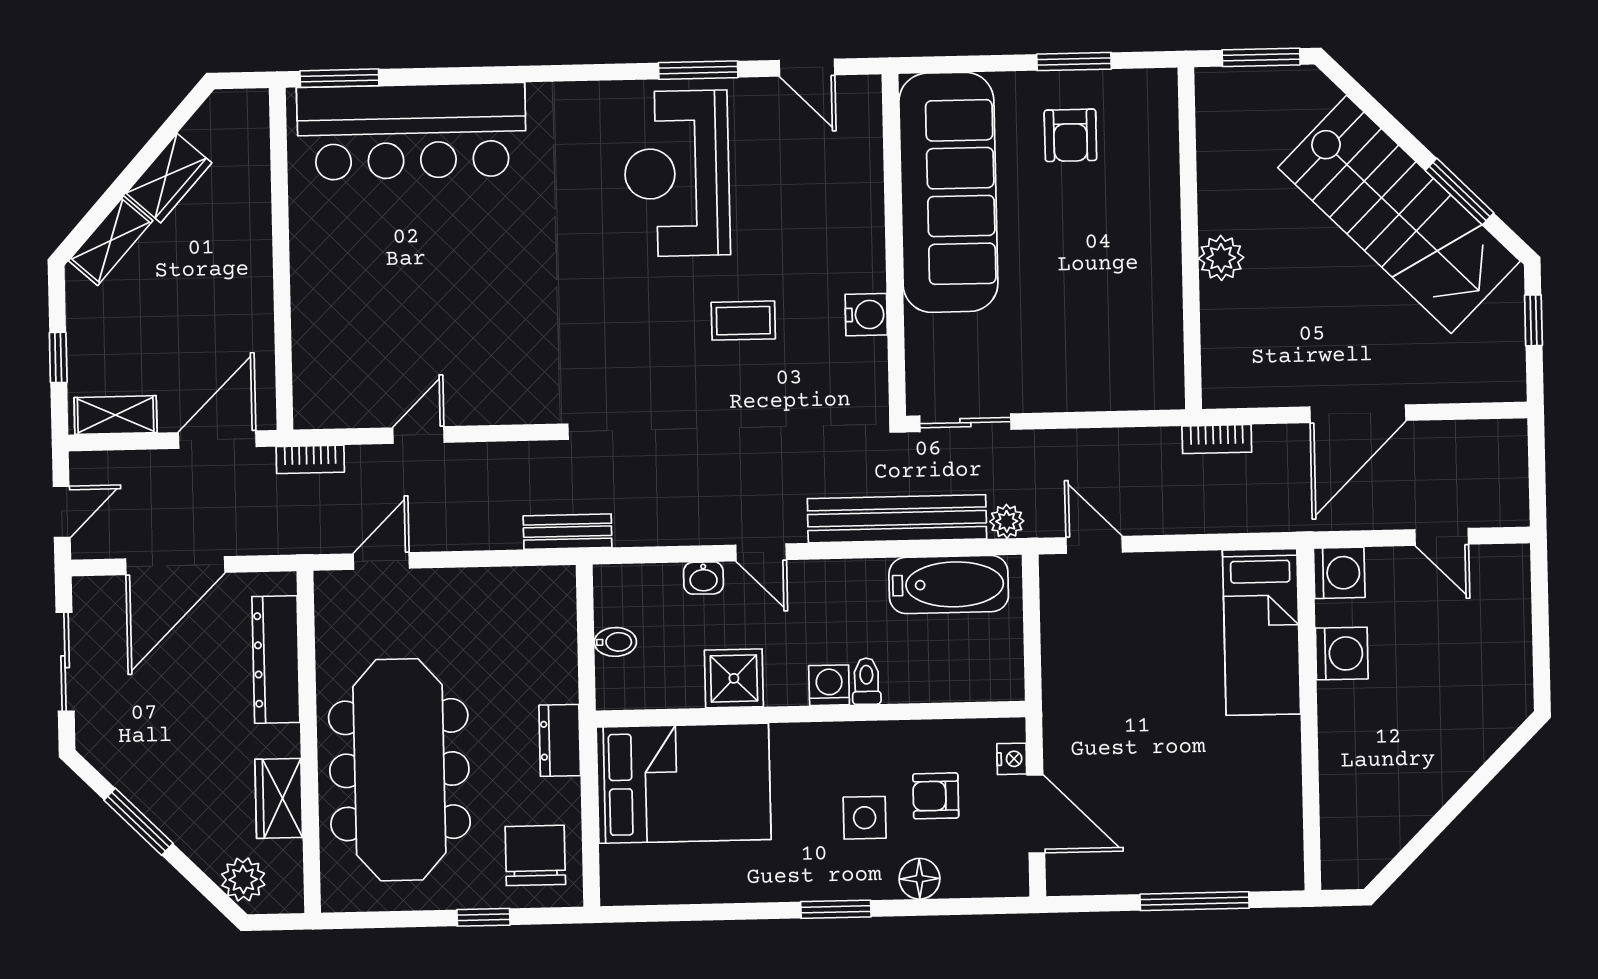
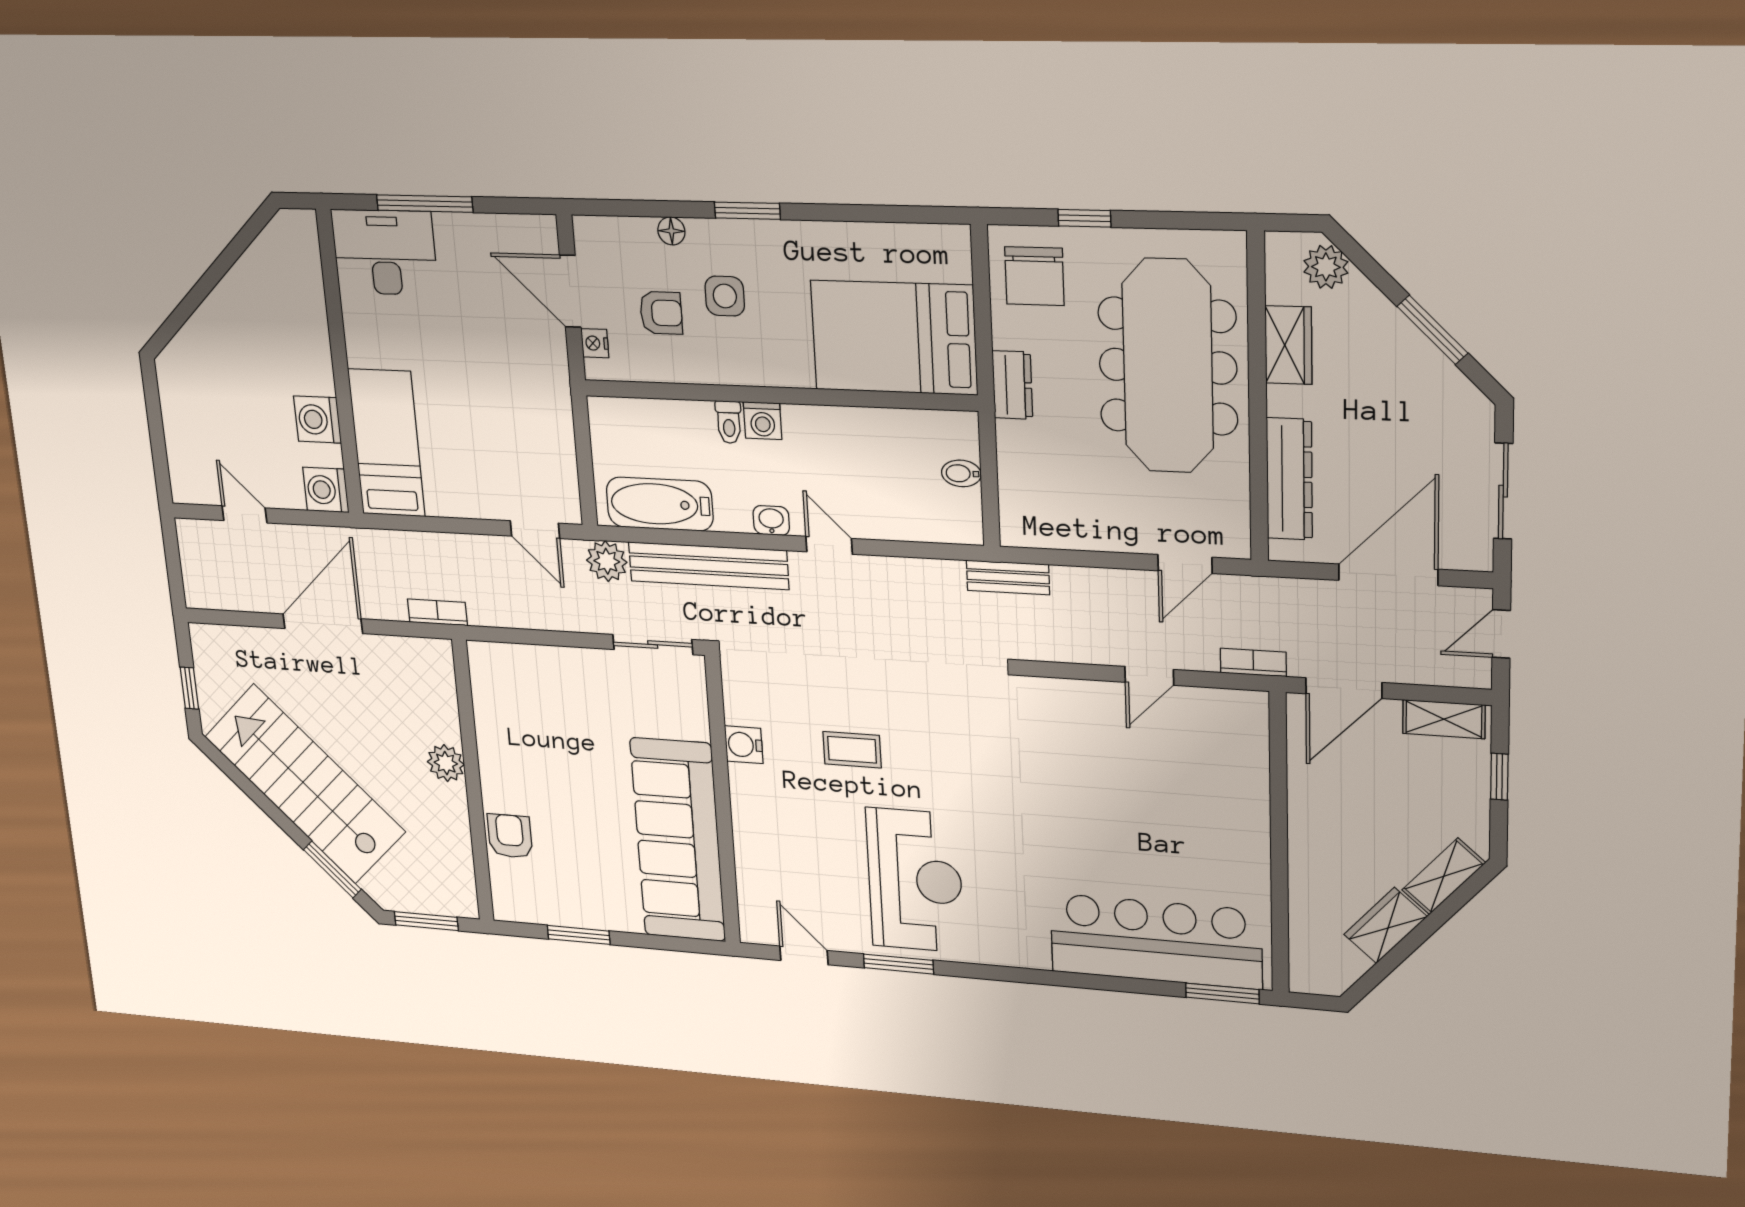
armchair: (1070, 135) -> (510, 836), moved
window: (1460, 192) -> (332, 870), moved
plant: (1007, 521) -> (607, 561), width x1.38, depth x1.38
washbasin: (703, 578) -> (771, 520), moved
shower: (734, 678) -> (850, 433), removed
desk: (1245, 846) -> (385, 252), added
floor lamp: (919, 879) -> (671, 231), width x0.73, depth x0.73

